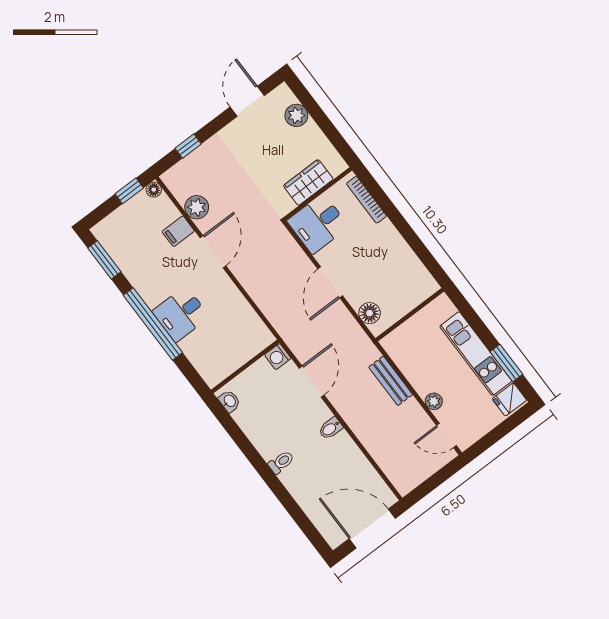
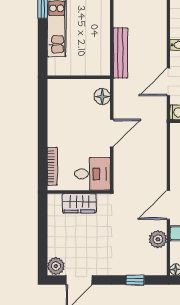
plant: (296, 115) -> (56, 266), moved
bench: (391, 381) -> (120, 53), width x1.36
plant: (434, 401) -> (104, 14), removed

